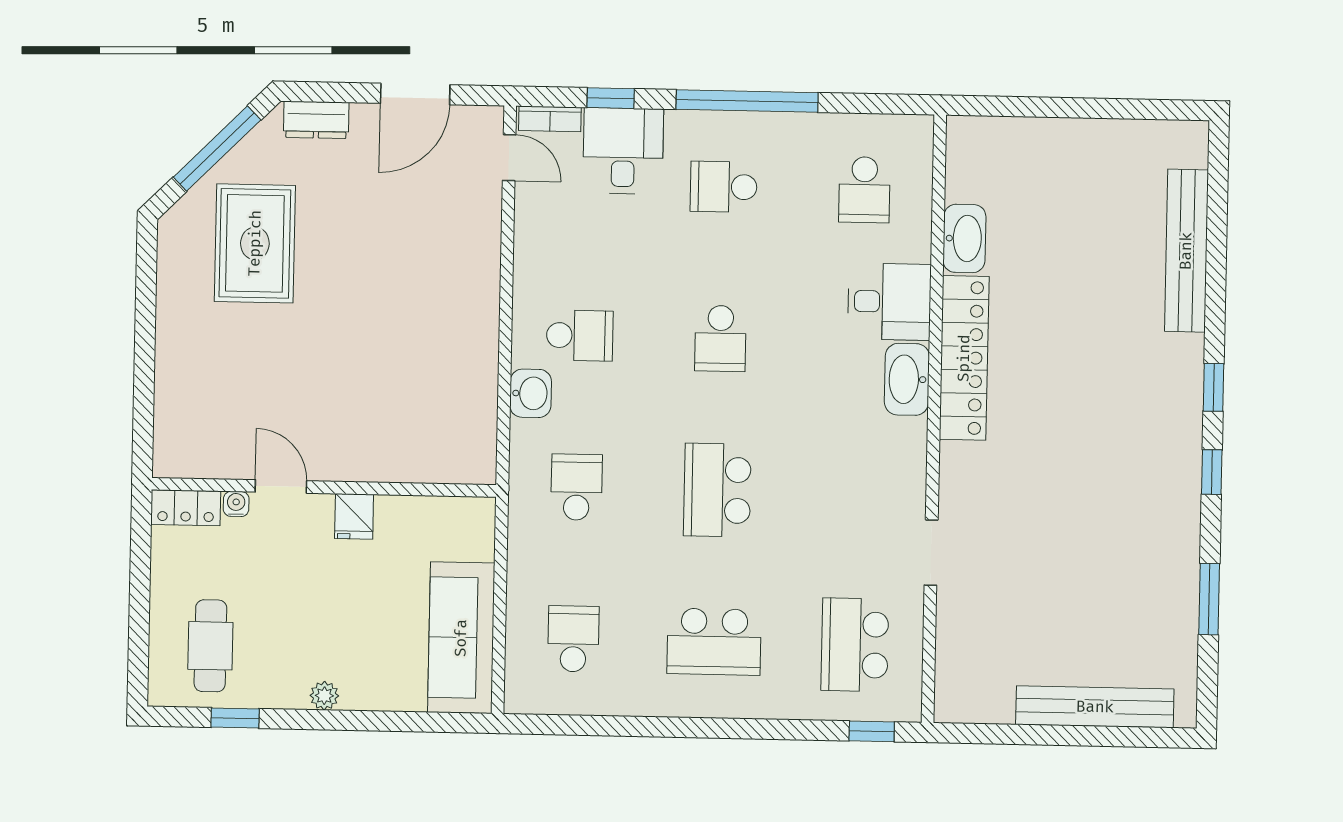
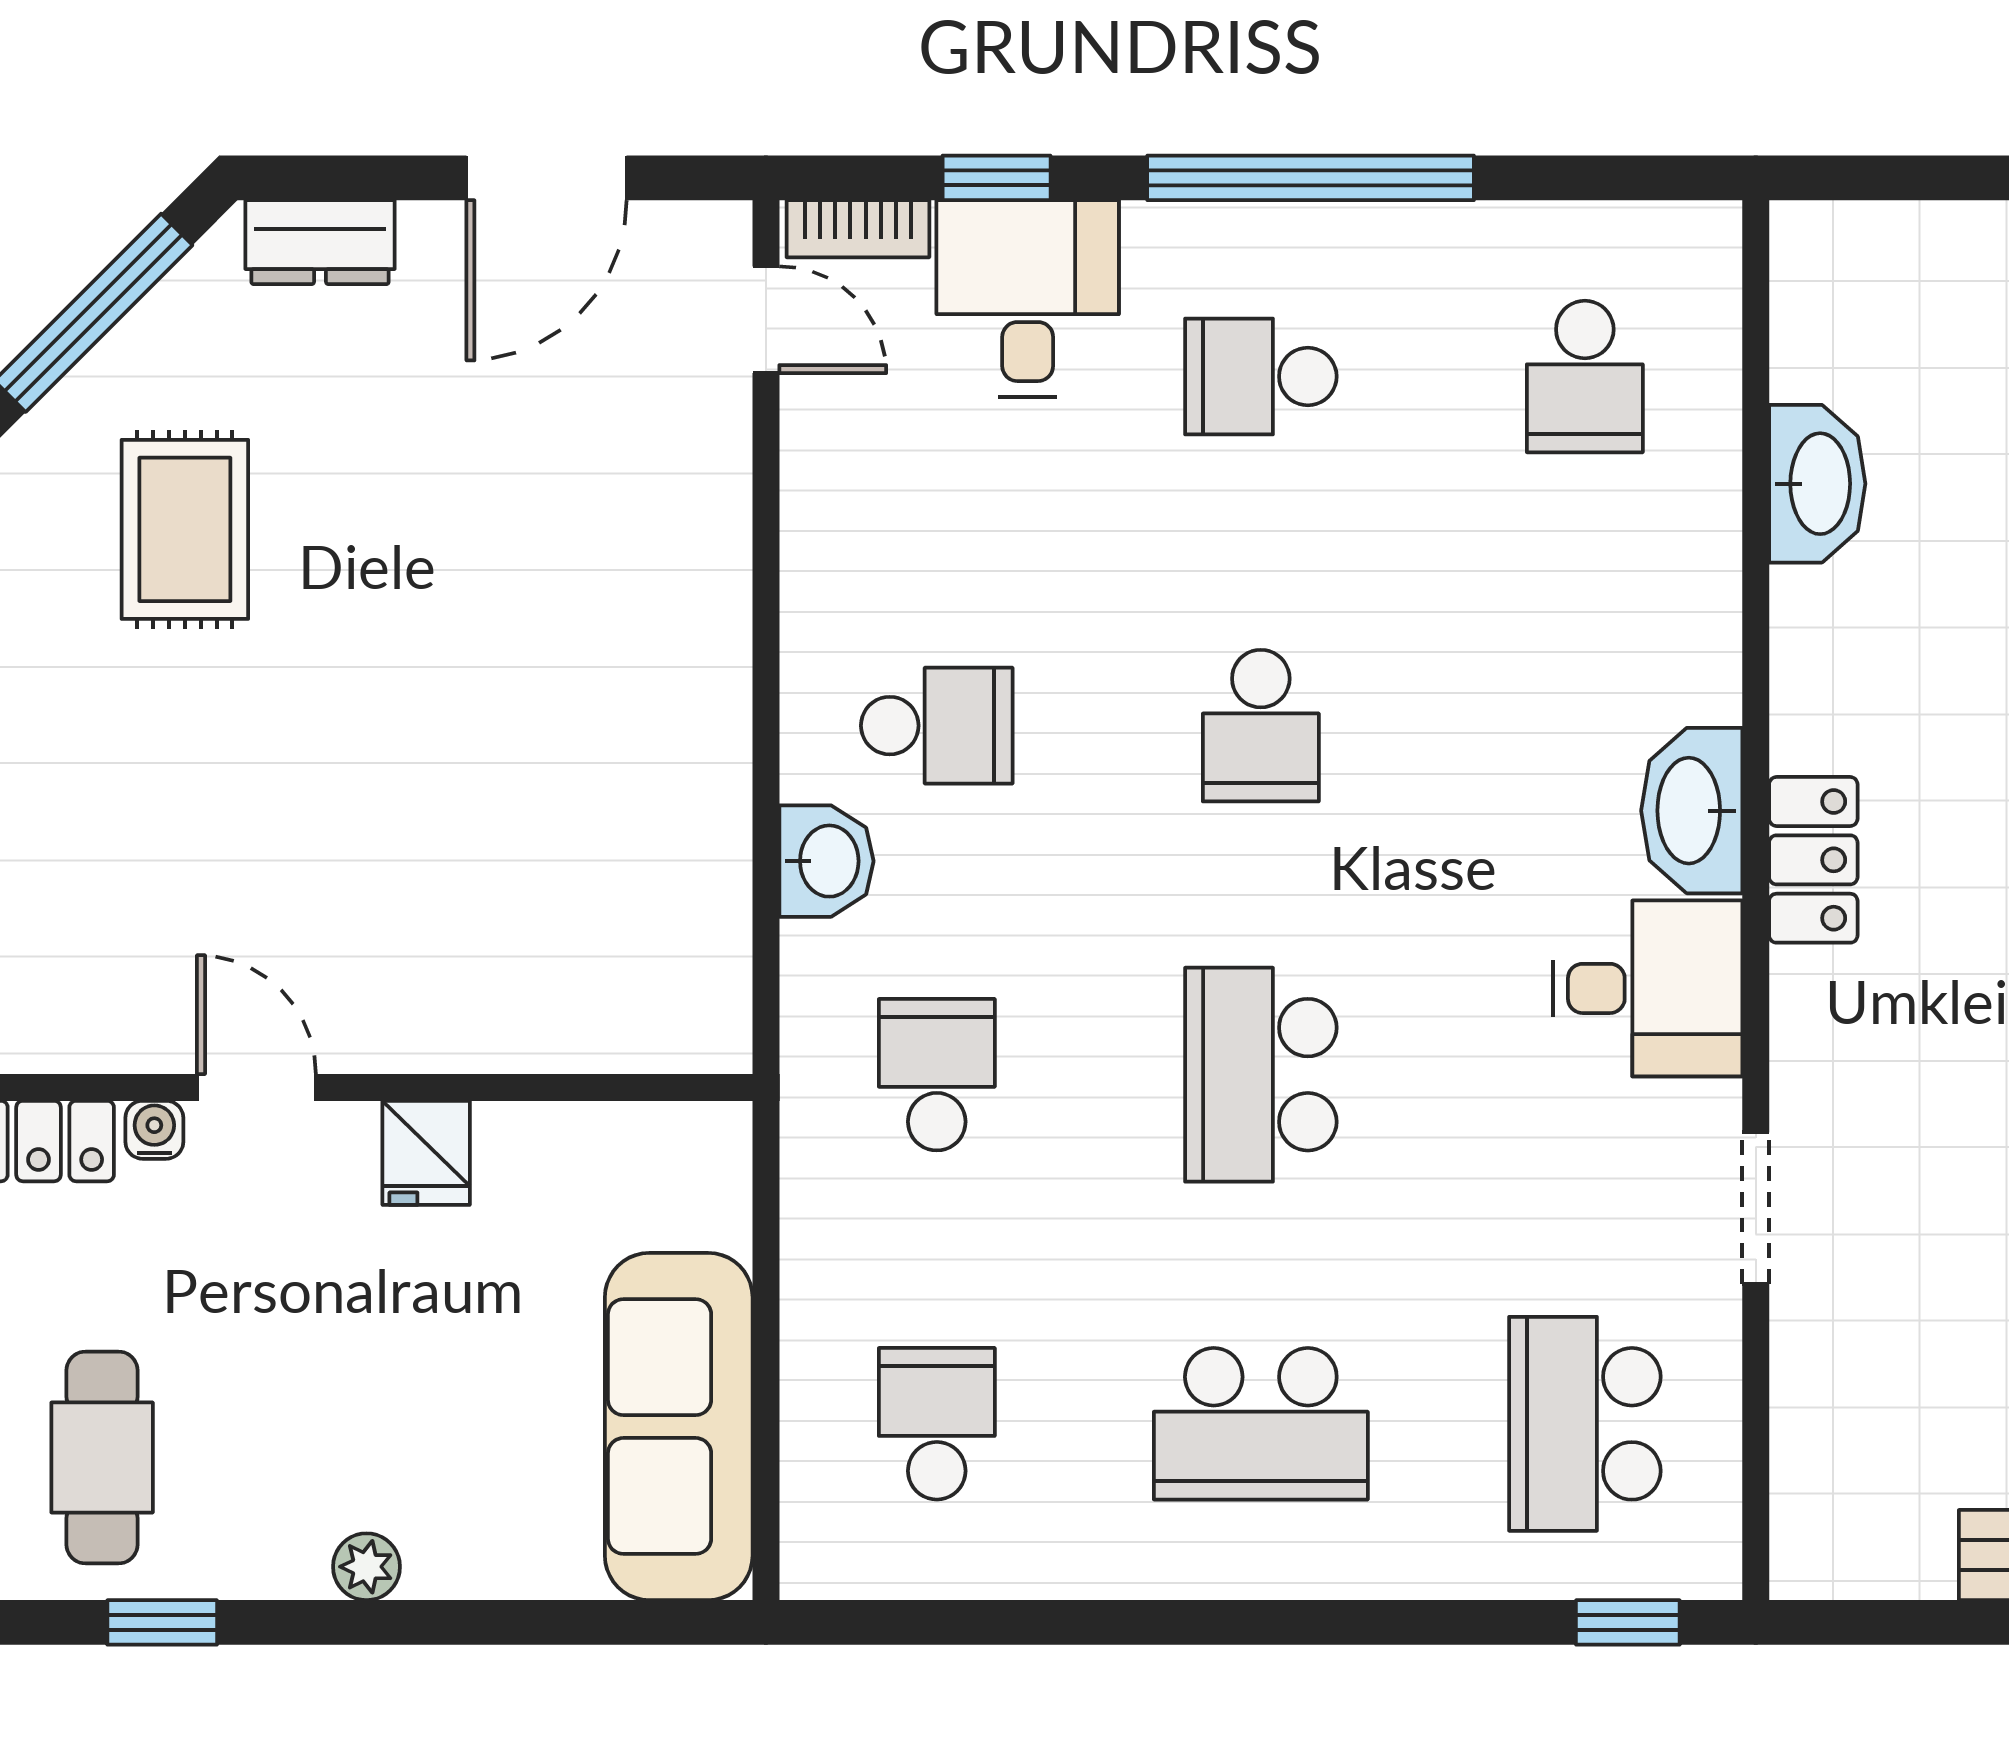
rug: (255, 243) -> (185, 529), width x0.73, depth x0.70
desk: (889, 302) -> (1647, 988), moved
locker: (964, 358) -> (1813, 860), width x0.46, depth x0.83

